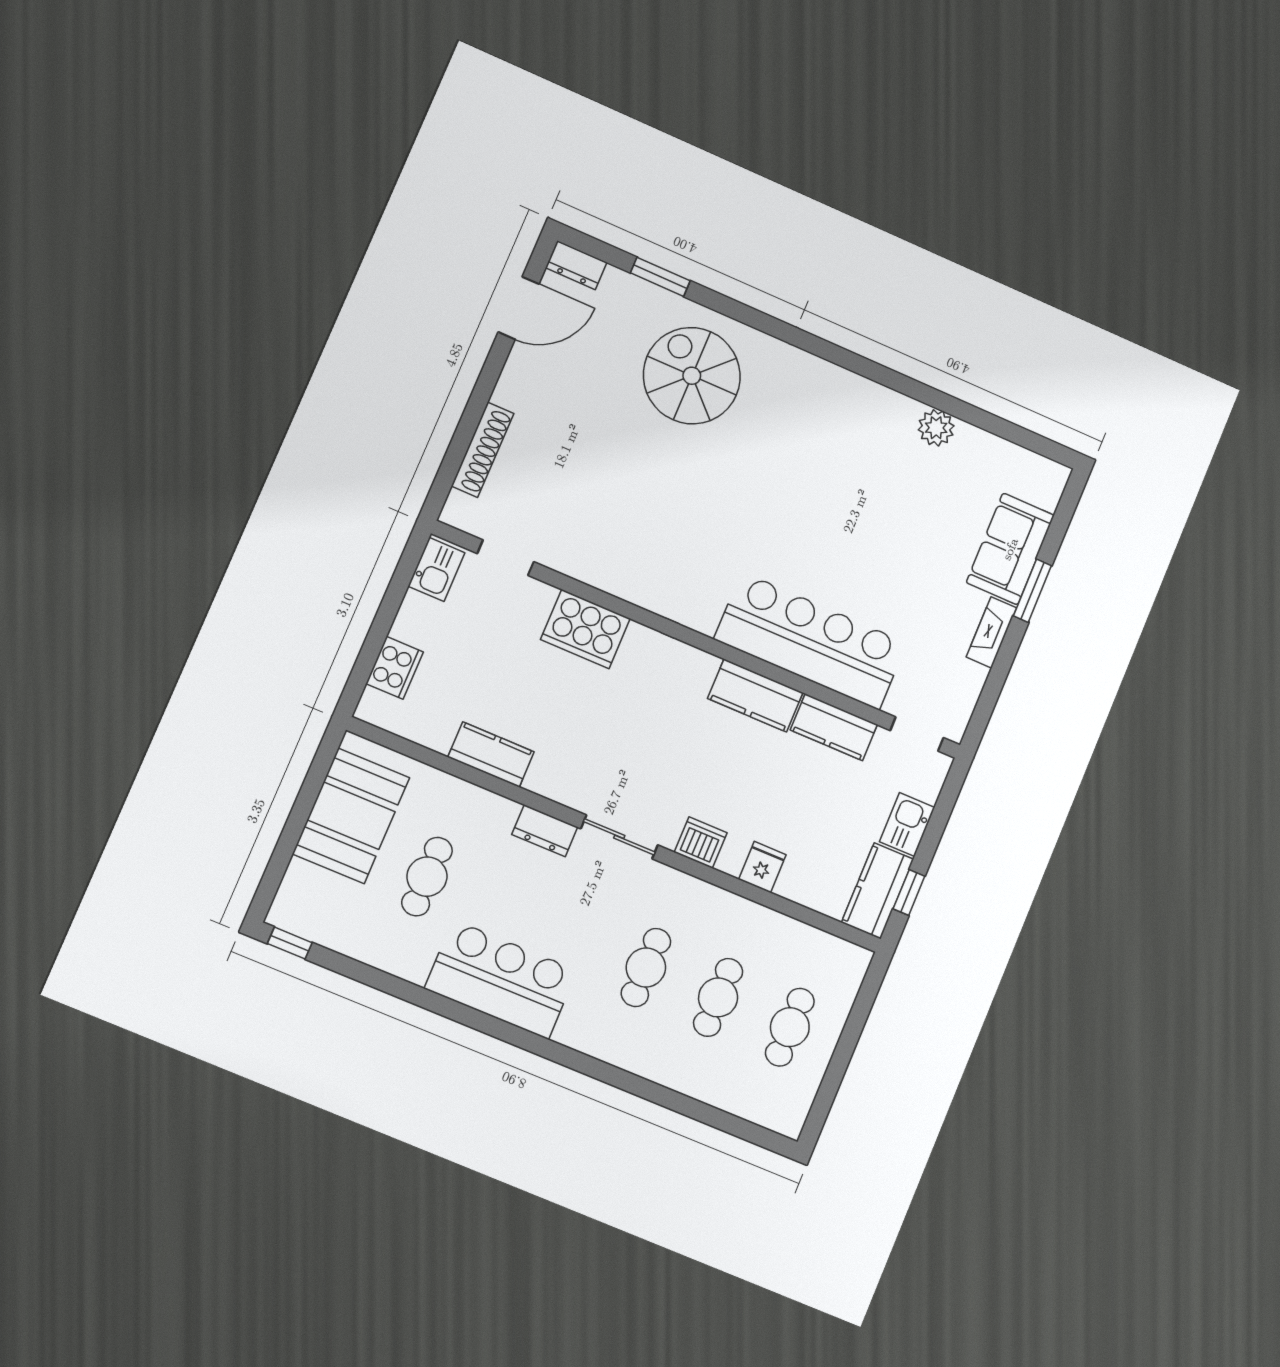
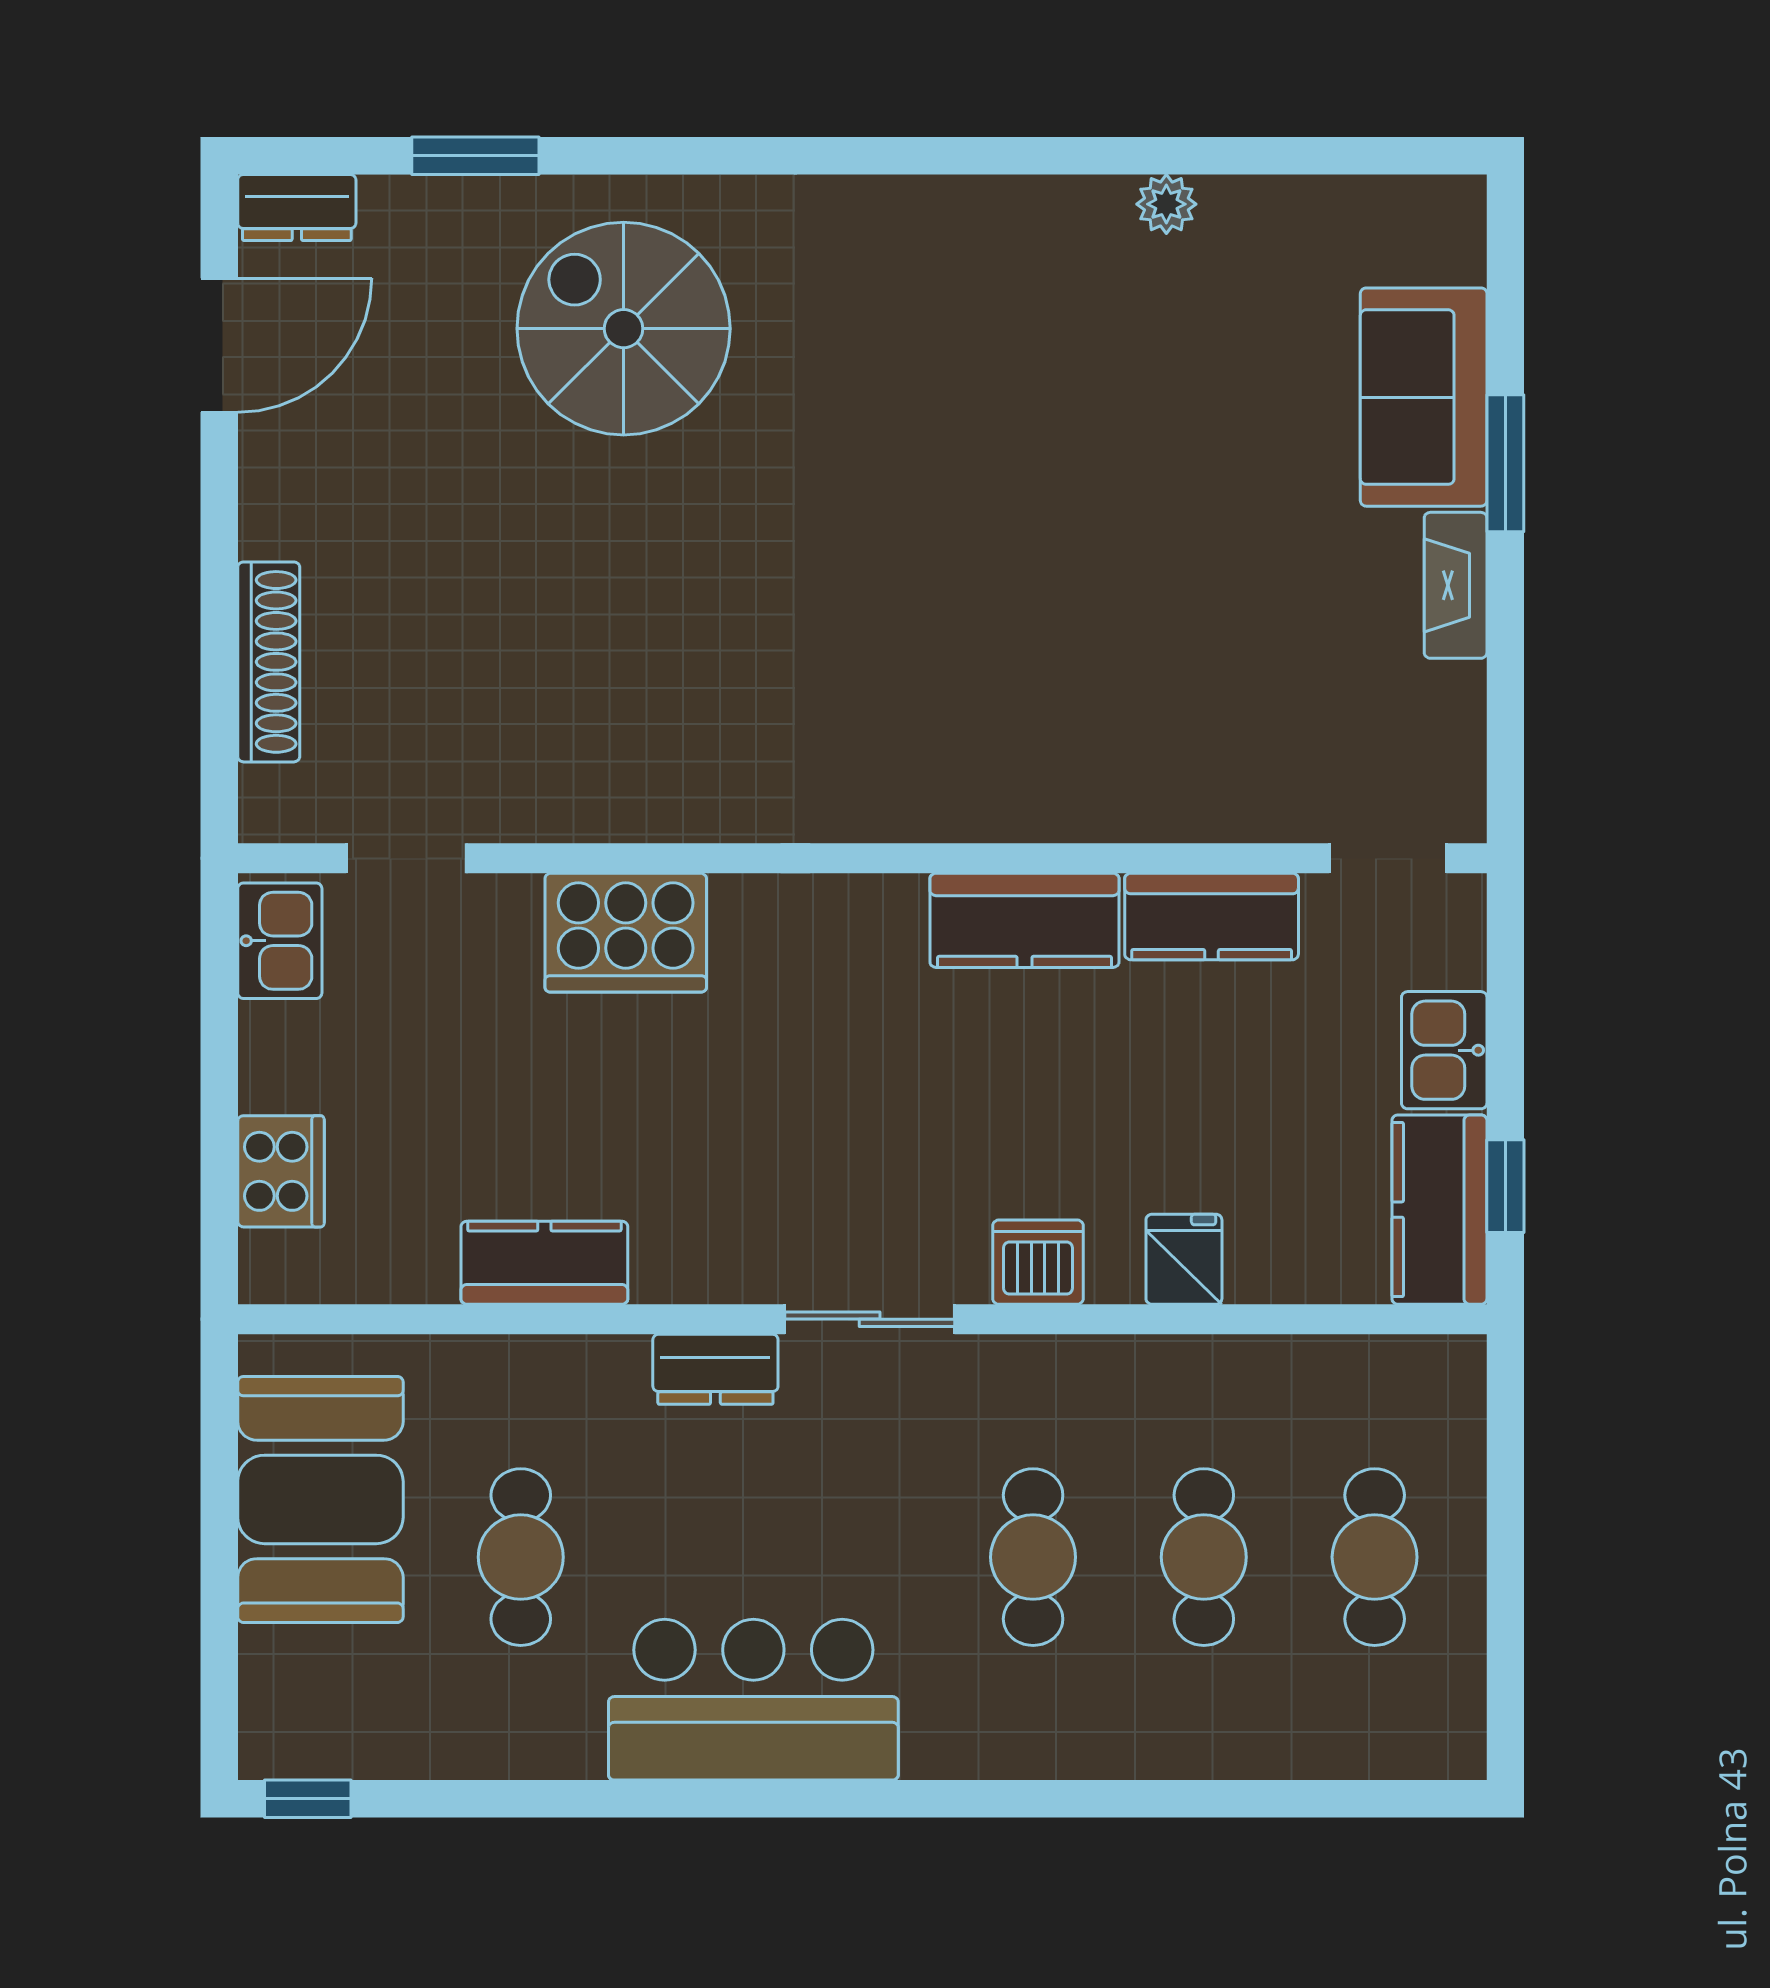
plant: (936, 428) -> (1166, 204), width x0.73, depth x0.73
bar counter: (811, 641) -> (1091, 762), removed

